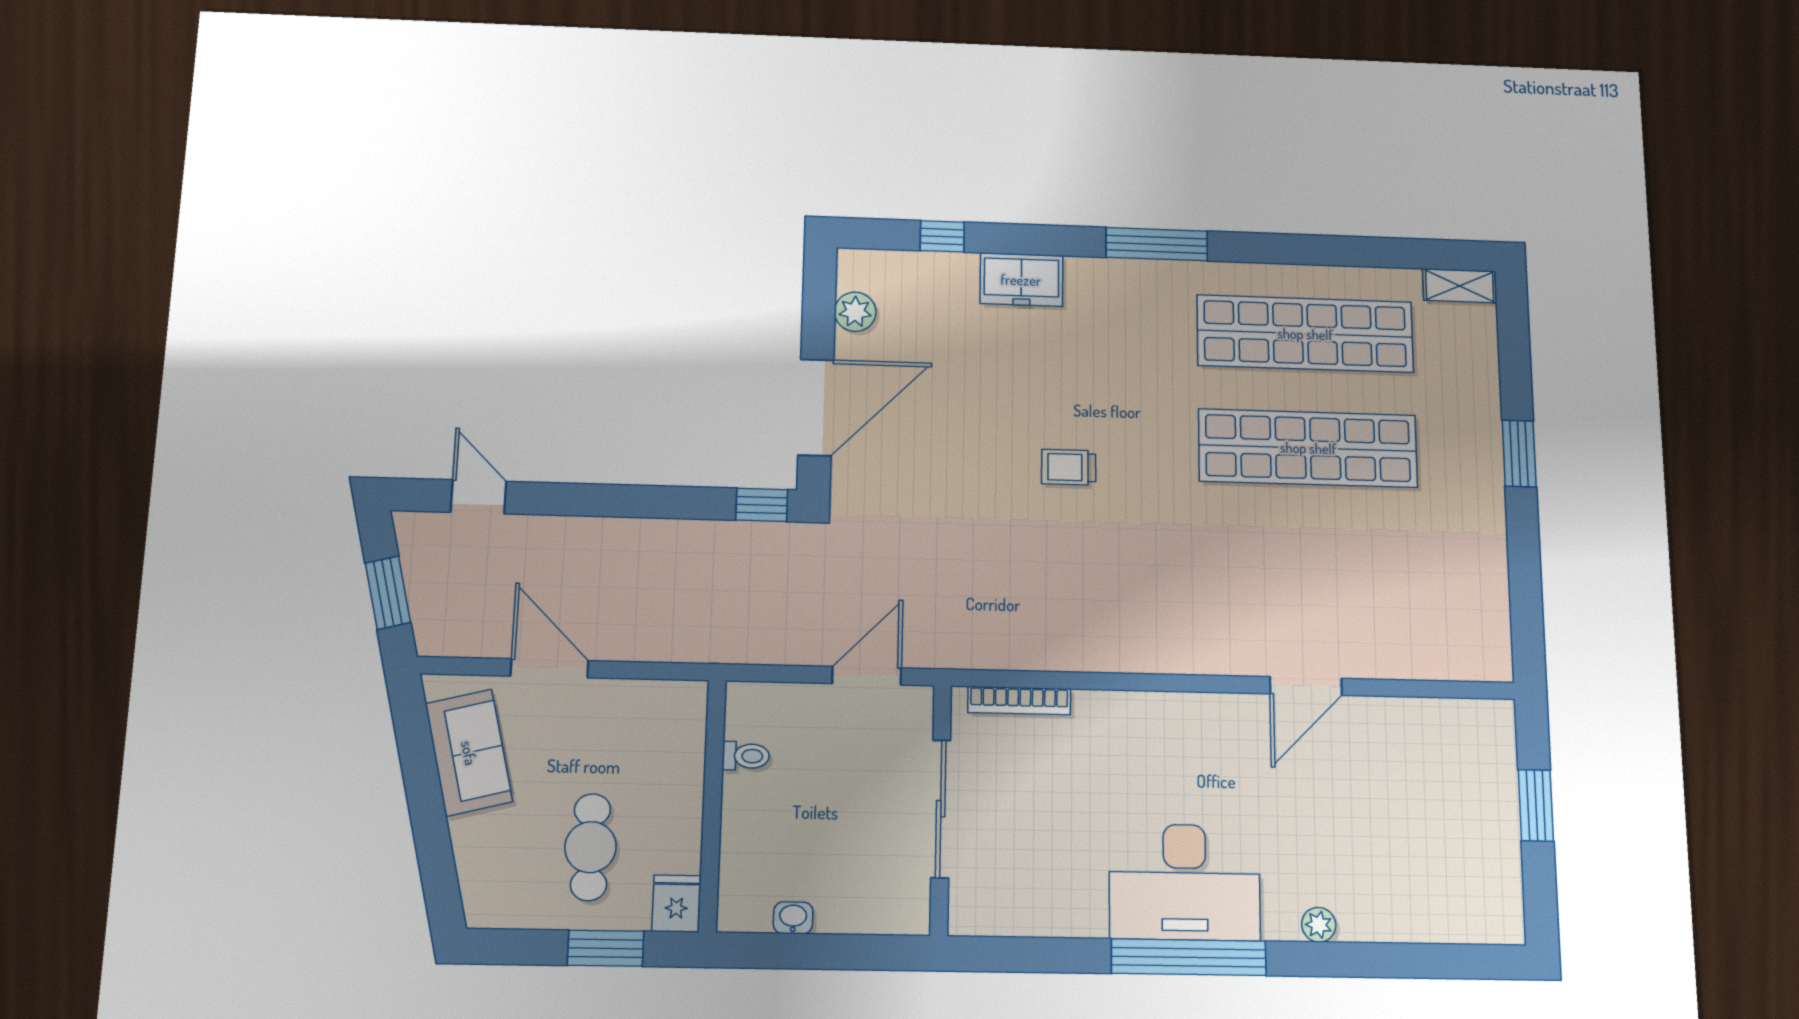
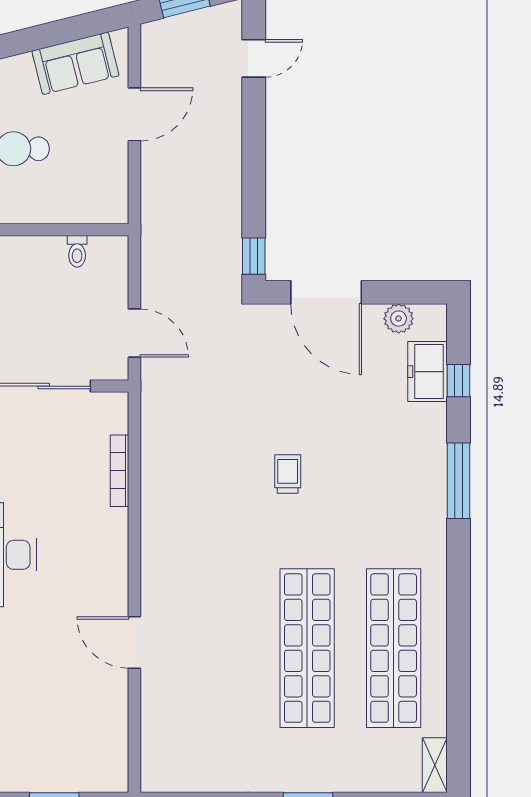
window: (1157, 244) -> (458, 481), moved
freezer: (1021, 280) -> (427, 372), moved
bookcase: (1019, 701) -> (120, 471), moved

